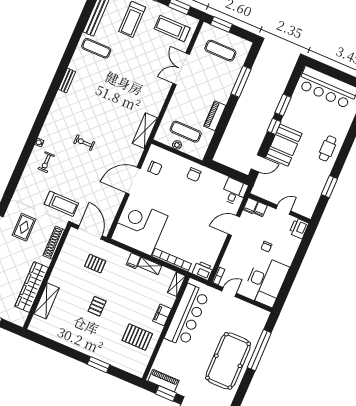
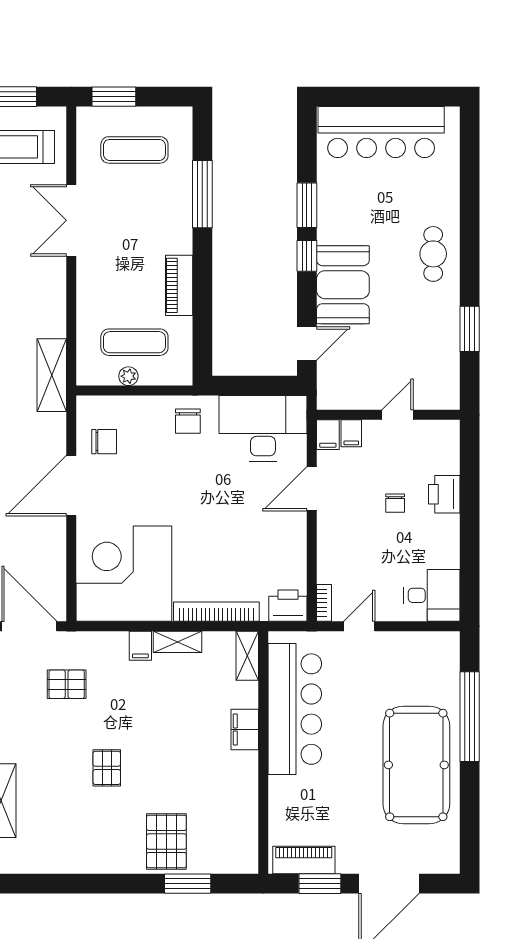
desk: (234, 192) -> (263, 428), width x1.87, depth x1.30
printer: (299, 228) -> (444, 494), moved
desk: (266, 281) -> (432, 595), width x0.53, depth x0.77
pallet: (137, 337) -> (166, 841), moved, turned 90
window: (98, 365) -> (188, 884), moved

